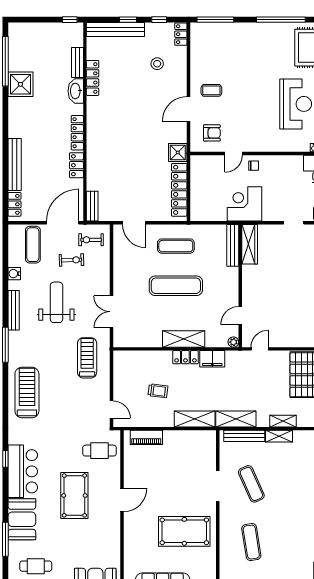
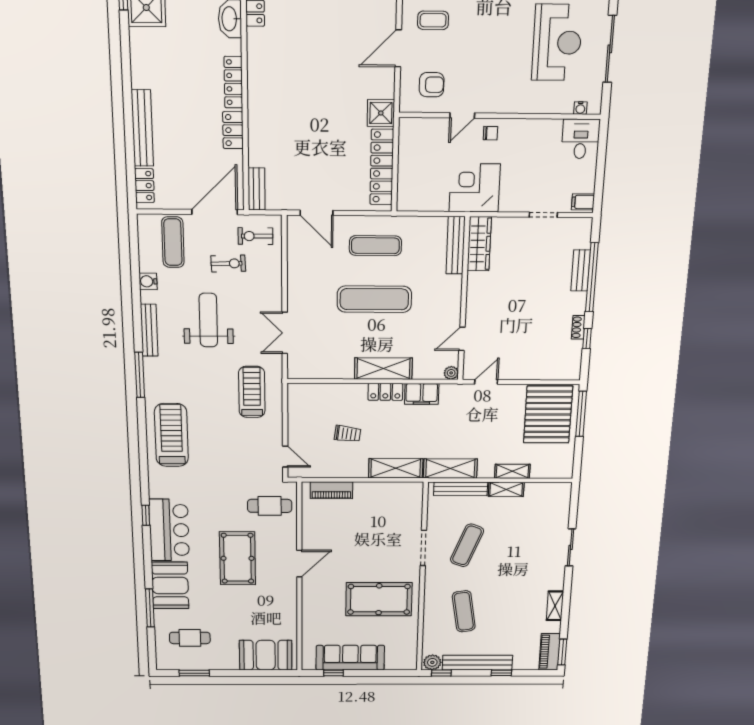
exercise mat: (251, 484) -> (467, 545), turned 45

